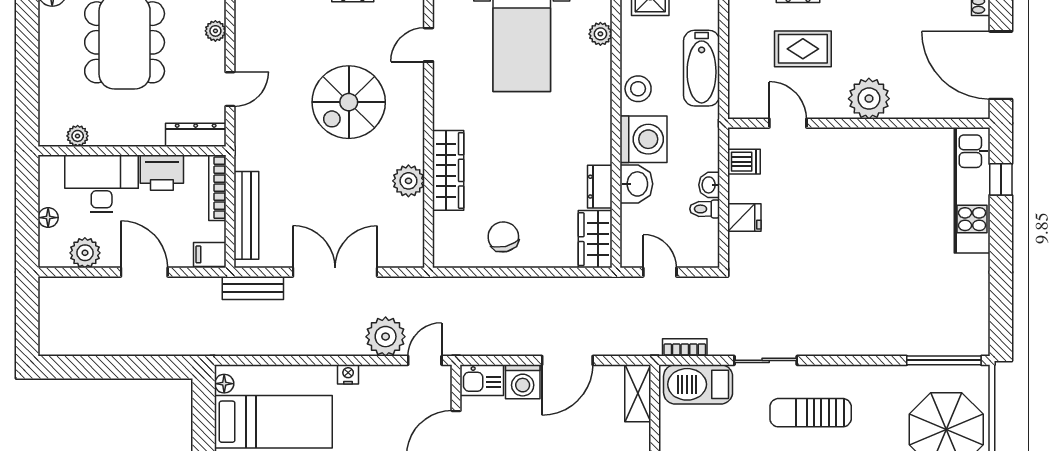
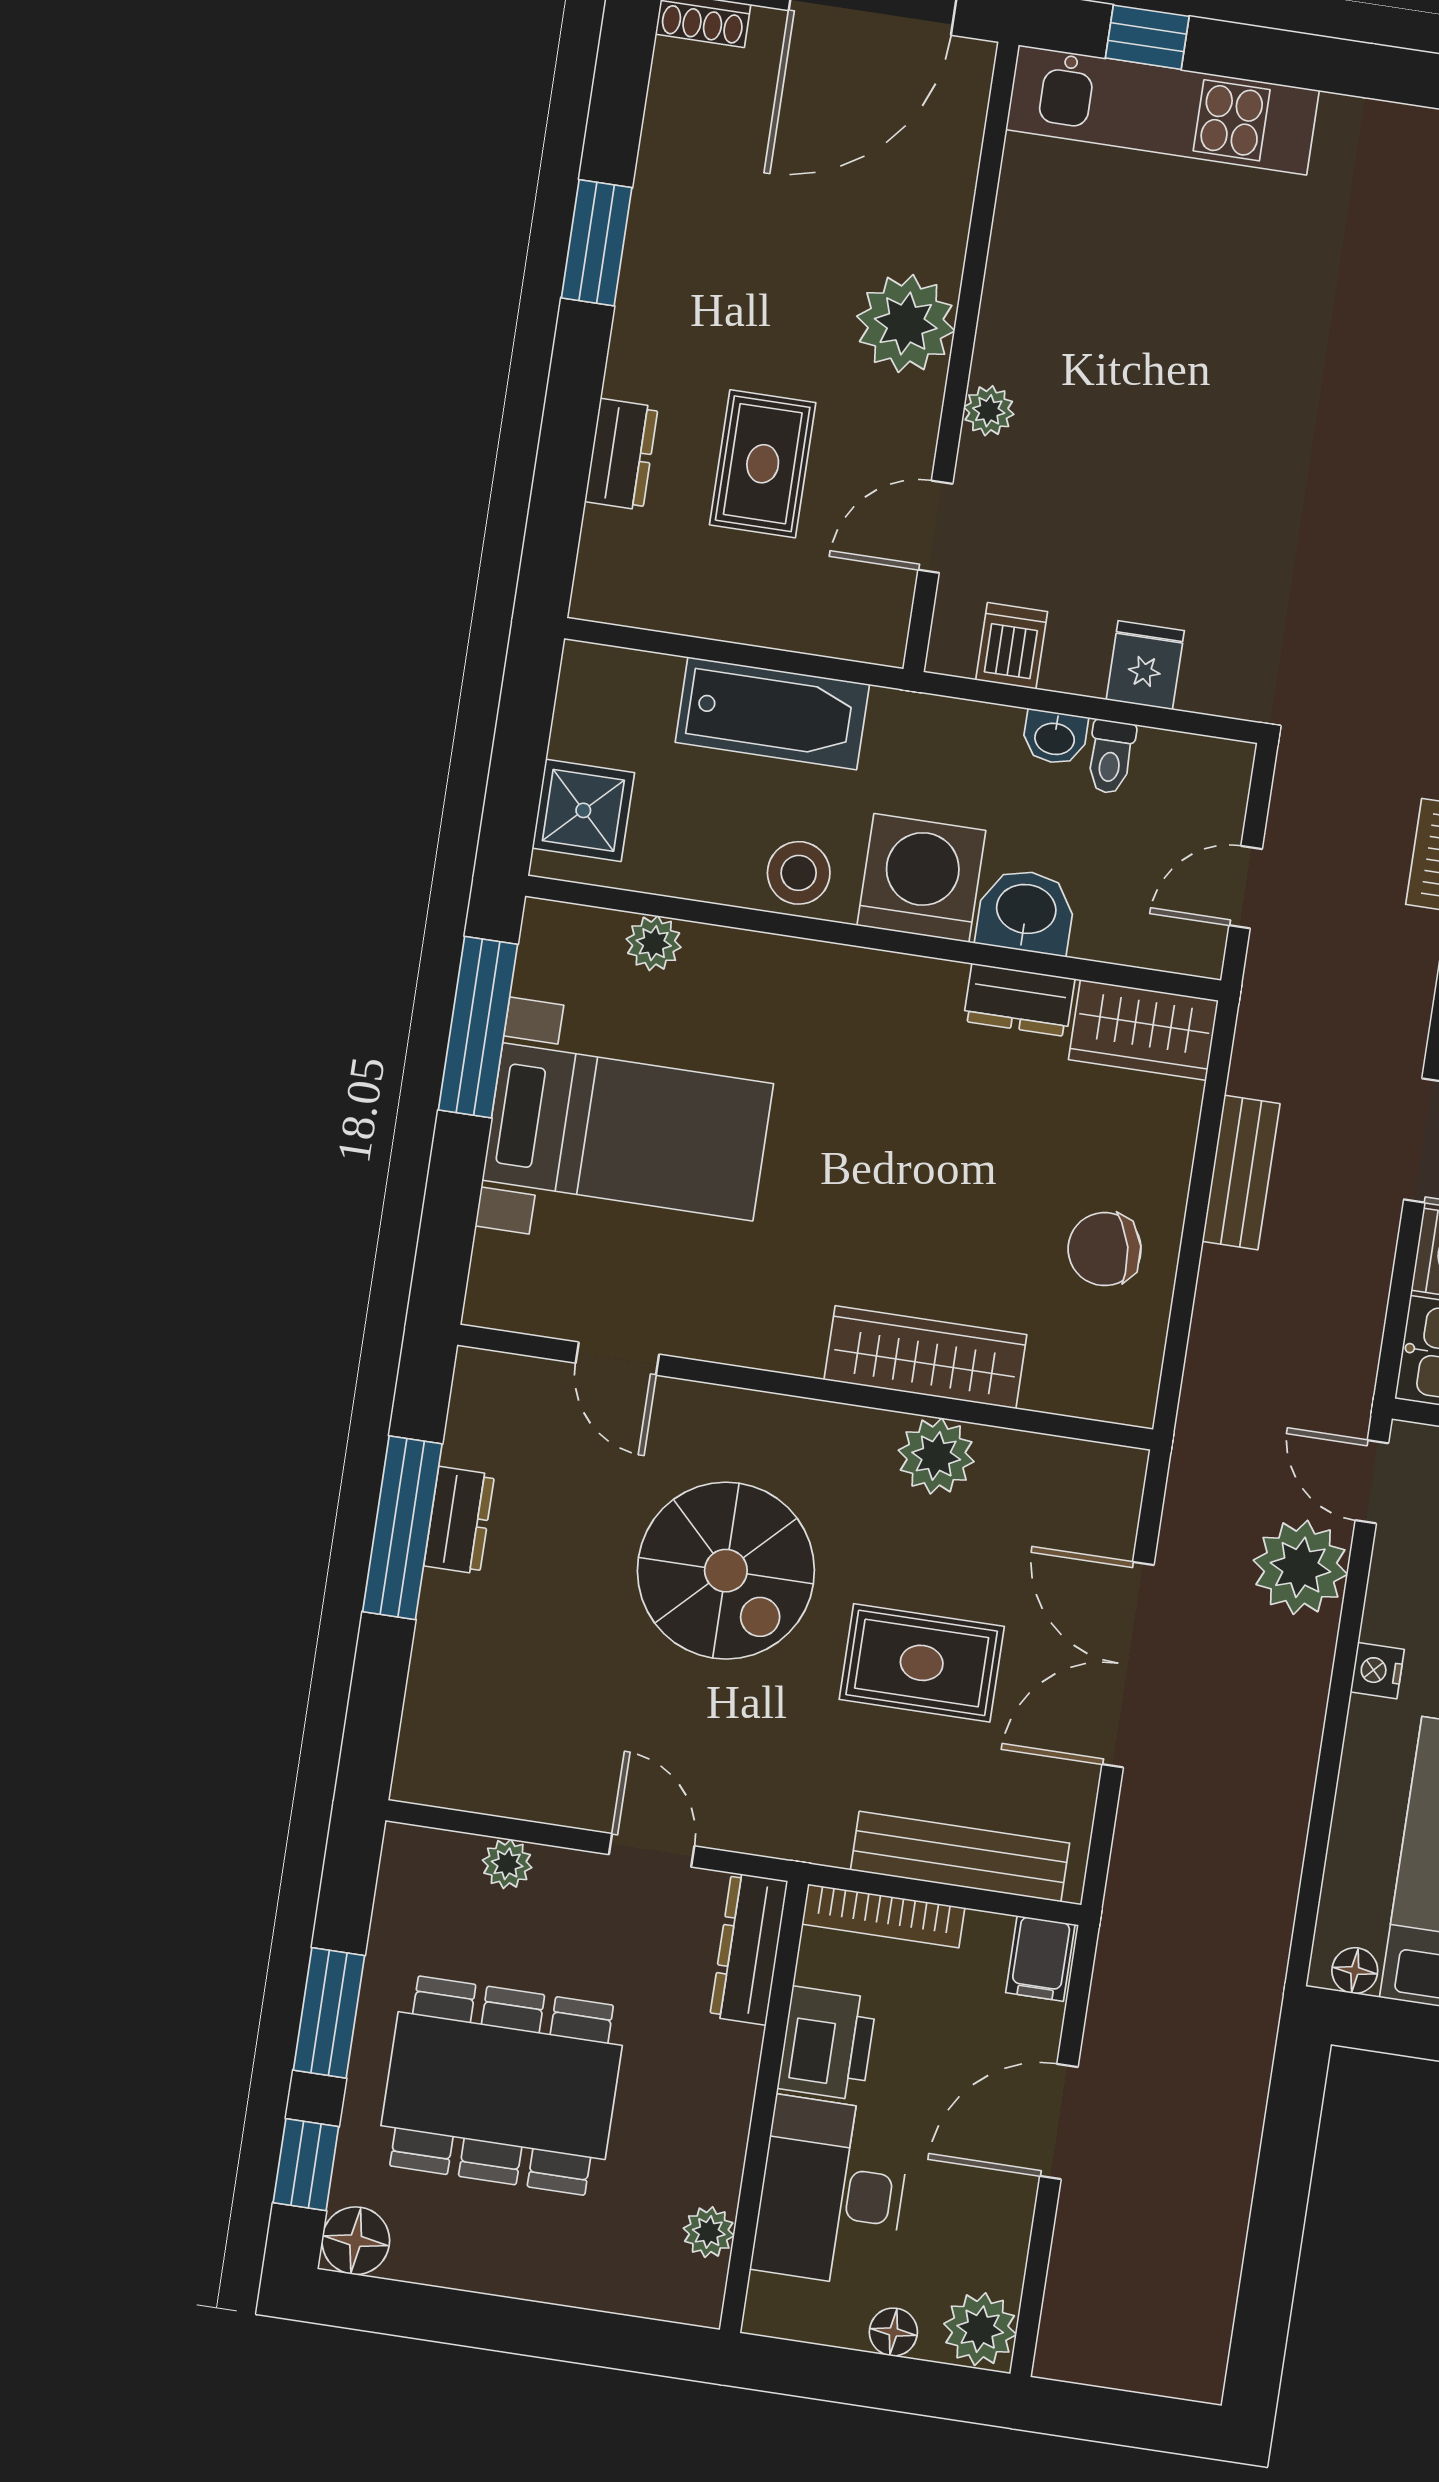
plant: (839, 138) -> (989, 411), added
rug: (323, 188) -> (922, 1663), added
plant: (85, 253) -> (980, 2329), moved
bench: (253, 288) -> (1241, 1173), moved

